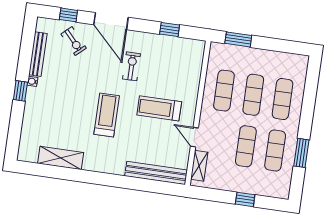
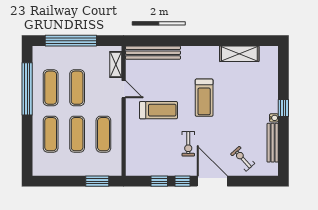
window: (68, 15) -> (182, 181), moved
window: (301, 153) -> (27, 89), width x2.11
window: (245, 199) -> (71, 41), width x3.17

